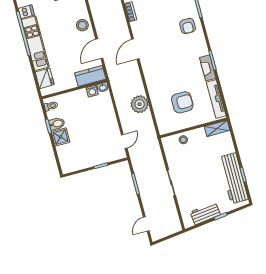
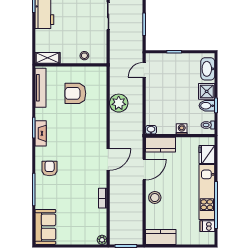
fireplace: (208, 68) -> (41, 133), moved
washing machine: (92, 91) -> (182, 129), moved
washbasin: (65, 158) -> (208, 69), added

